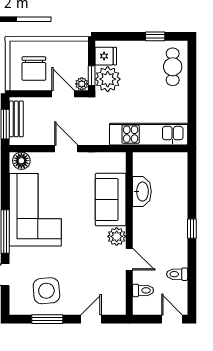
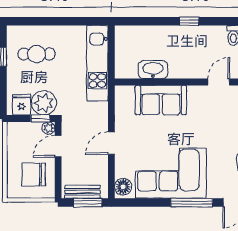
cafe table: (173, 67) -> (37, 54), moved
chair: (34, 69) -> (34, 175), turned 180
plant: (117, 236) -> (197, 94), removed

